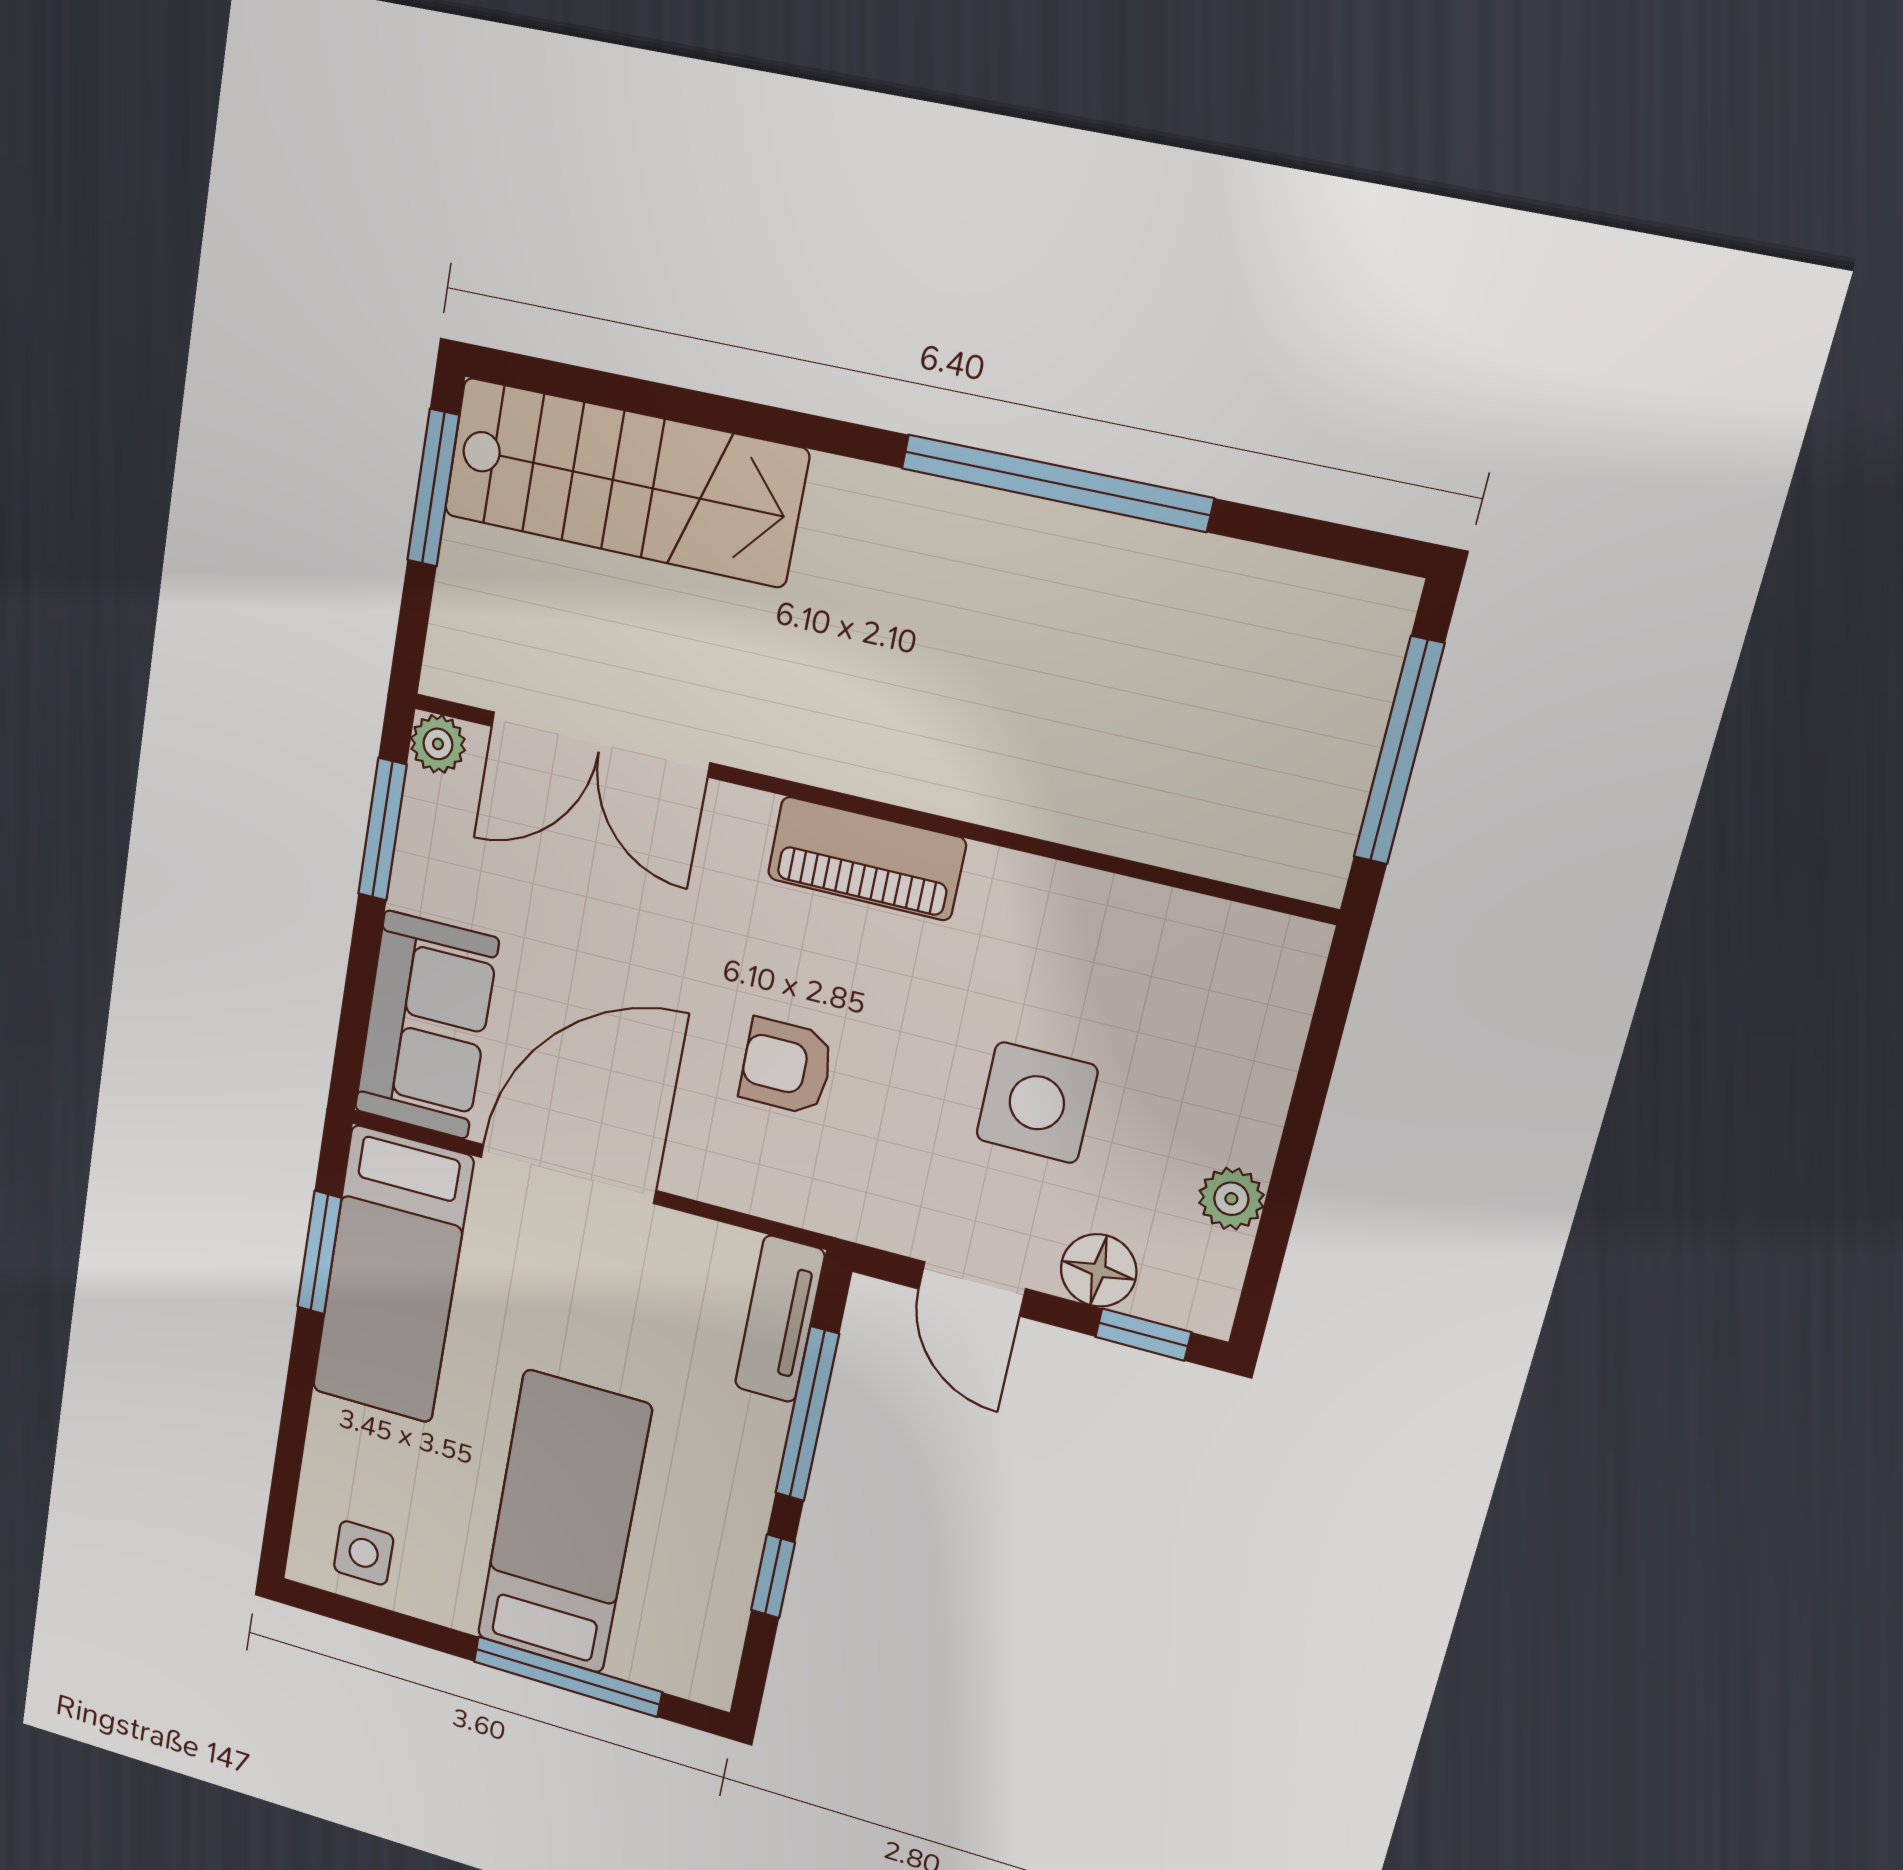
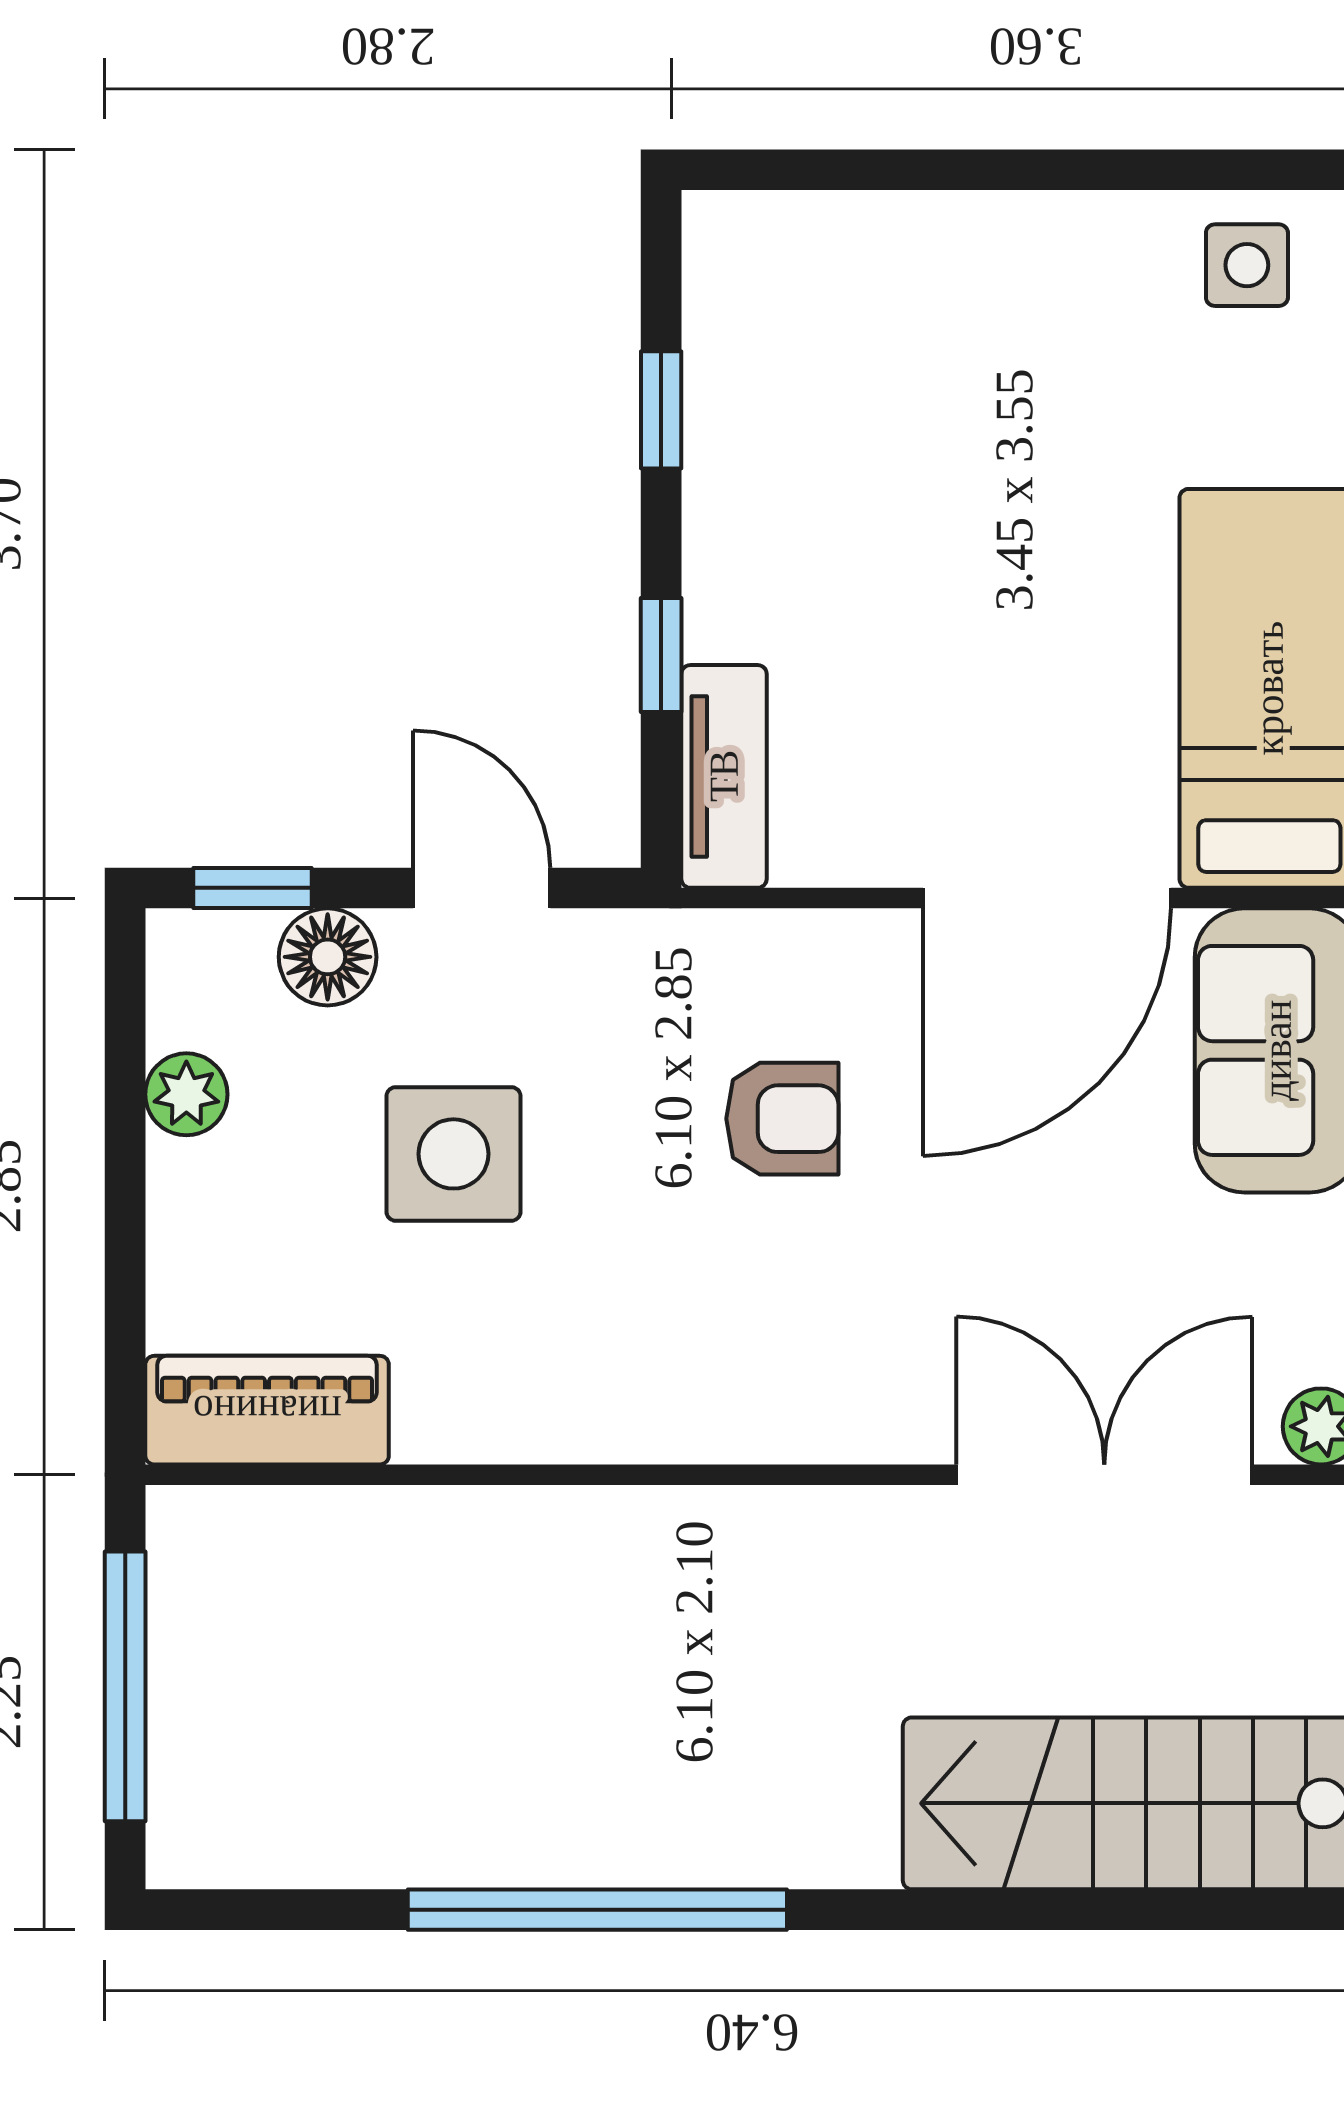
piano: (866, 859) -> (267, 1410), moved
window: (807, 1414) -> (661, 655), width x0.46
bed: (564, 1523) -> (966, 399), removed
window: (567, 1677) -> (920, 170), removed

